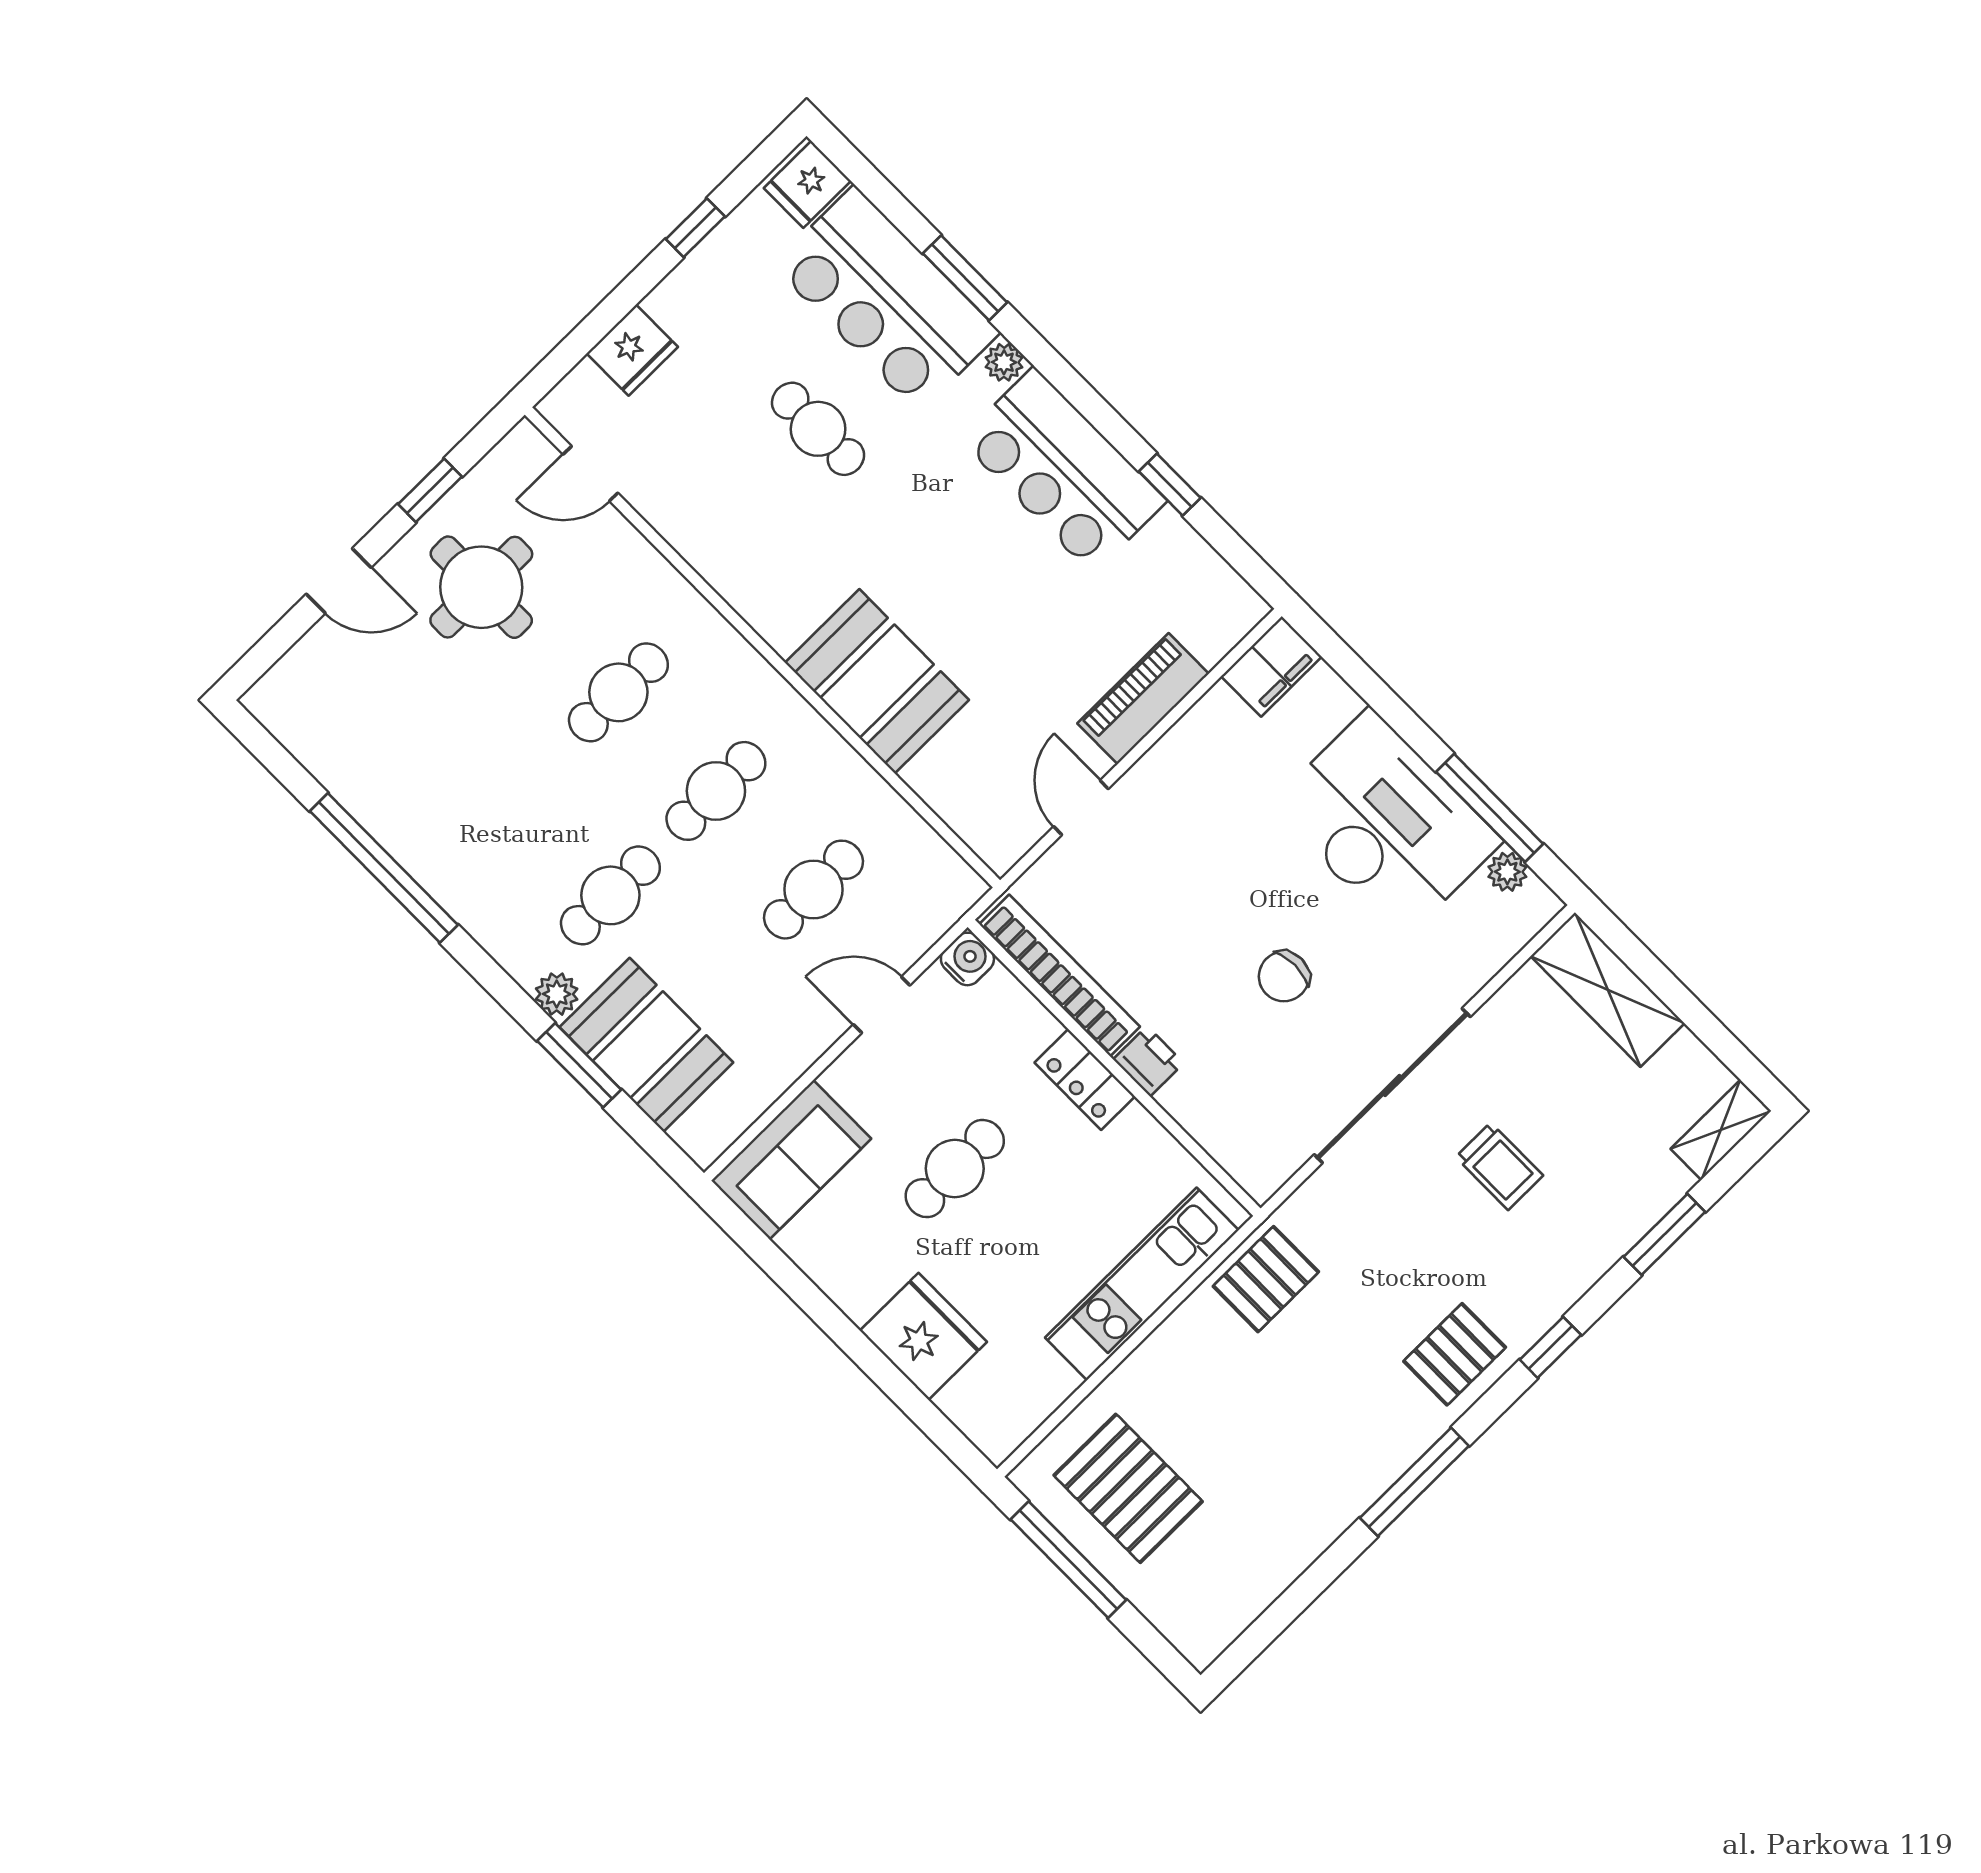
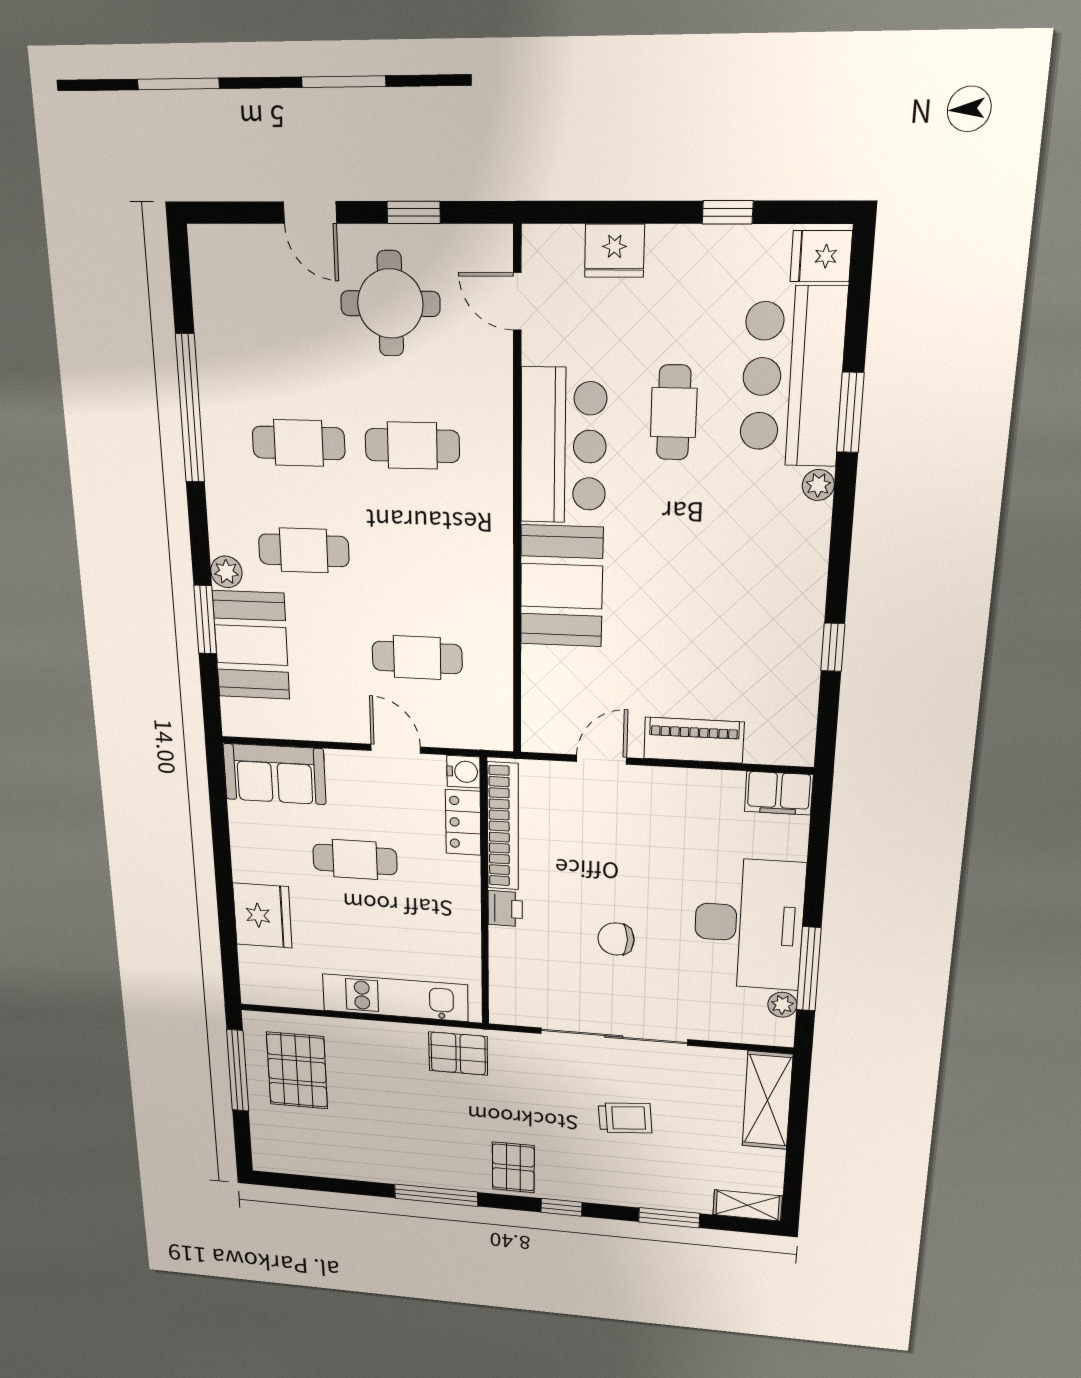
bar counter: (1063, 470) -> (563, 446), moved, turned 180
cafe table: (716, 791) -> (299, 443), moved
locker: (1085, 1079) -> (463, 822), moved
trolley: (1499, 1166) -> (625, 1118), turned -95
pallet: (1455, 1354) -> (513, 1167), turned 90

